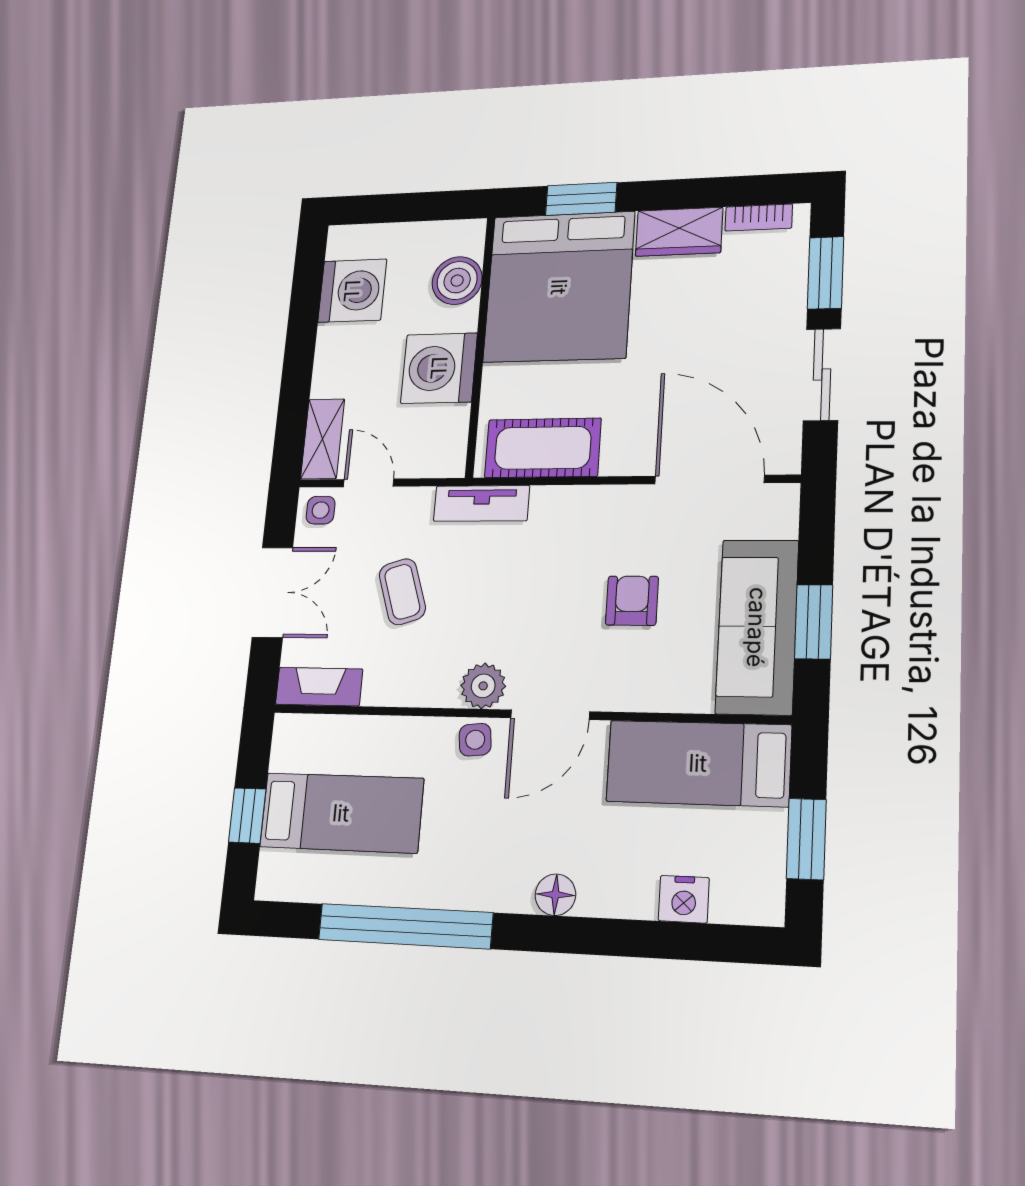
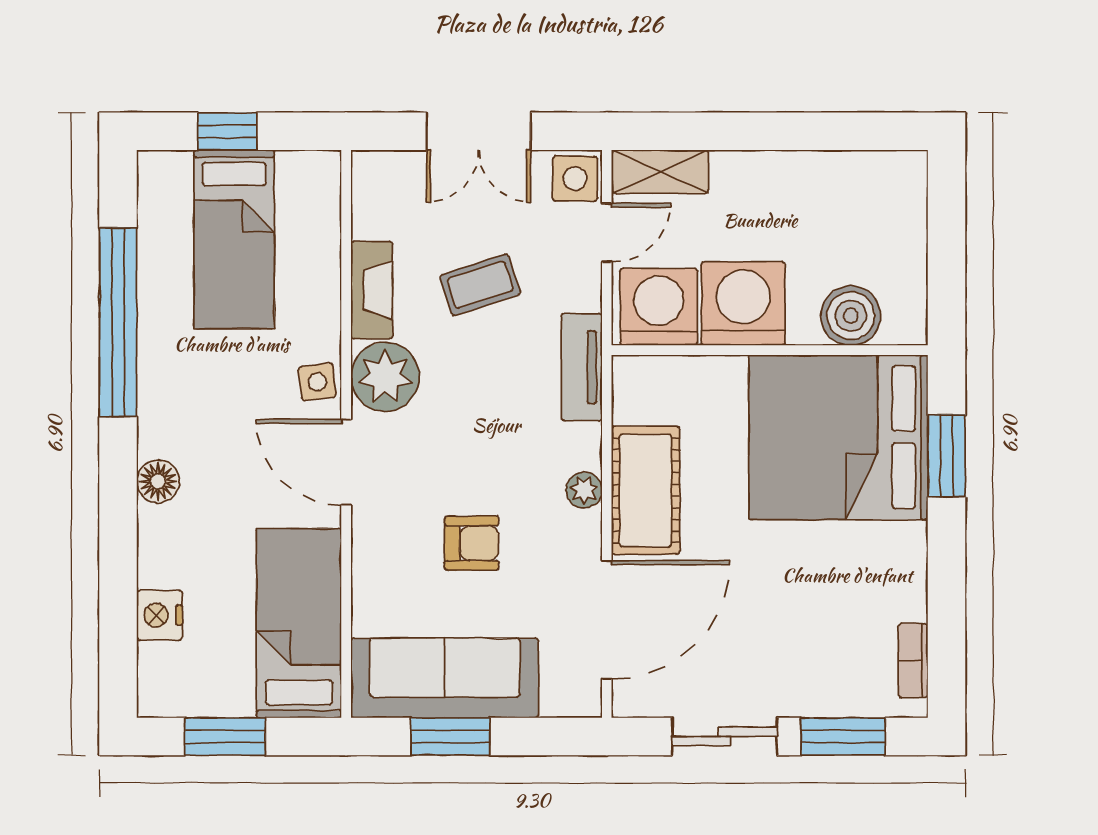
wardrobe: (679, 232) -> (900, 572), removed
washing machine: (352, 291) -> (659, 307), moved, turned 180
cot: (543, 448) -> (646, 490), moved
plant: (590, 500) -> (584, 490), added
side table: (321, 510) -> (575, 178), width x1.37, depth x1.37
plant: (483, 686) -> (385, 377), width x1.36, depth x1.36
fireplace: (319, 687) -> (372, 290), moved

